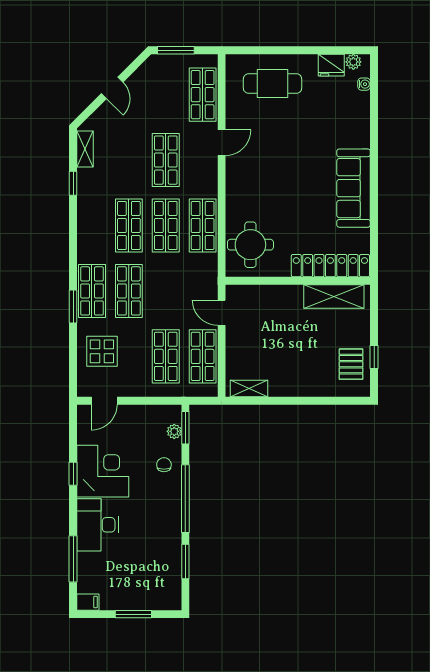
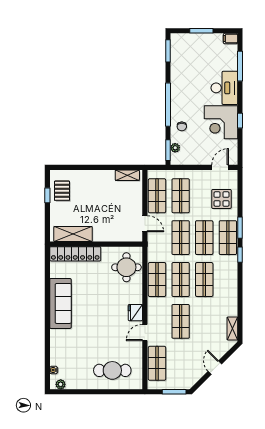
fridge: (331, 65) -> (135, 313), moved, turned -90
window: (73, 183) -> (240, 255), moved
shop shelf: (166, 291) -> (181, 238), added
window: (185, 562) -> (168, 51), moved

